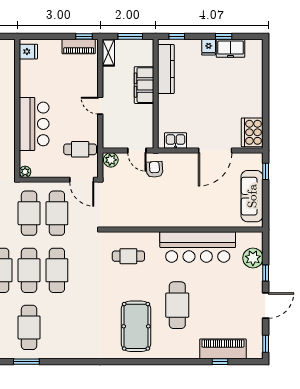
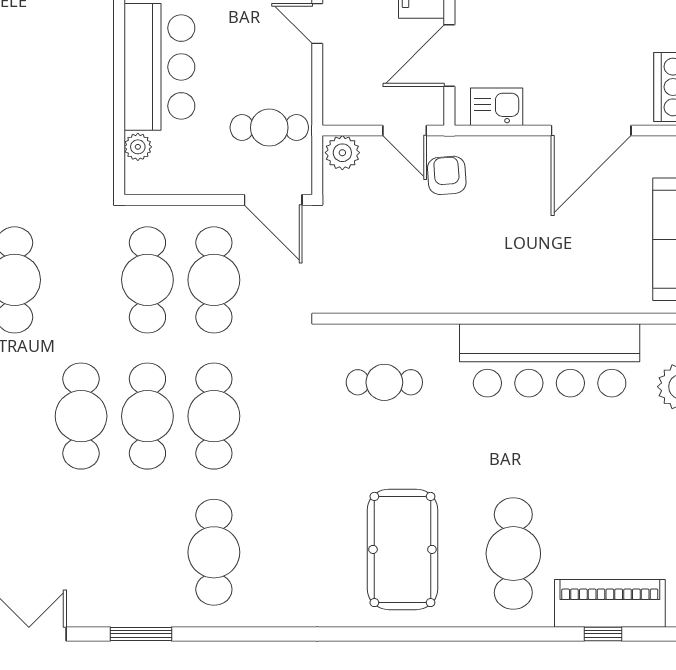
door: (156, 119) -> (449, 55), added
plant: (25, 172) -> (138, 147), moved
cafe table: (177, 305) -> (513, 554), moved
cafe table: (29, 327) -> (214, 552), moved

